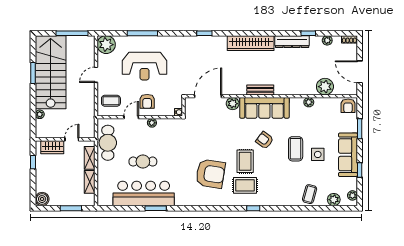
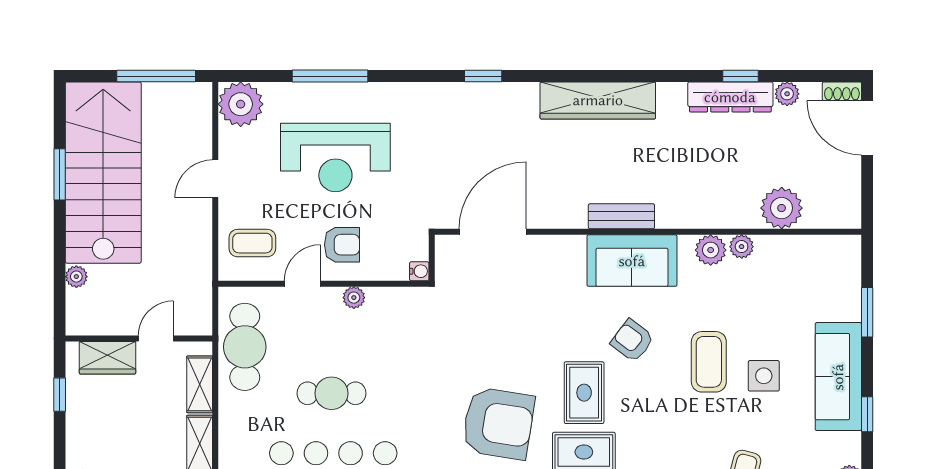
dresser: (292, 42) -> (730, 97), moved
door: (360, 72) -> (867, 128), moved
armchair: (147, 101) -> (342, 245), turned -90
plant: (233, 104) -> (711, 250), moved
armchair: (348, 106) -> (839, 256), removed
sofa: (264, 108) -> (632, 261), width x0.73

